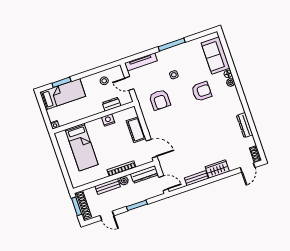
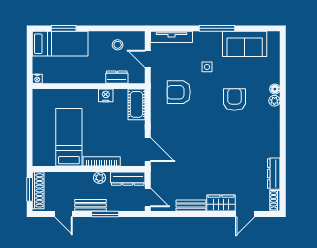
sofa: (216, 56) -> (245, 44), moved, turned -90
armchair: (202, 91) -> (234, 99), turned -90
armchair: (160, 100) -> (179, 92), turned 90
dresser: (245, 125) -> (274, 174), moved
cot: (136, 130) -> (136, 104), moved
bed: (82, 147) -> (69, 137), moved, turned 180
door: (248, 167) -> (245, 214), moved
bench: (108, 186) -> (91, 205), moved

